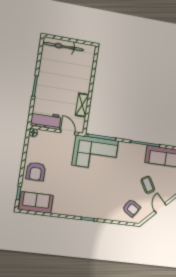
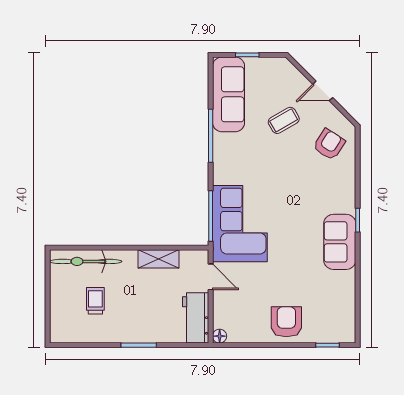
bicycle: (63, 46) -> (86, 261), moved, turned 90
trolley: (64, 66) -> (95, 301), added
door: (68, 132) -> (211, 277), swing flipped
armchair: (36, 171) -> (286, 322), turned -90
sofa: (36, 202) -> (340, 242), moved

